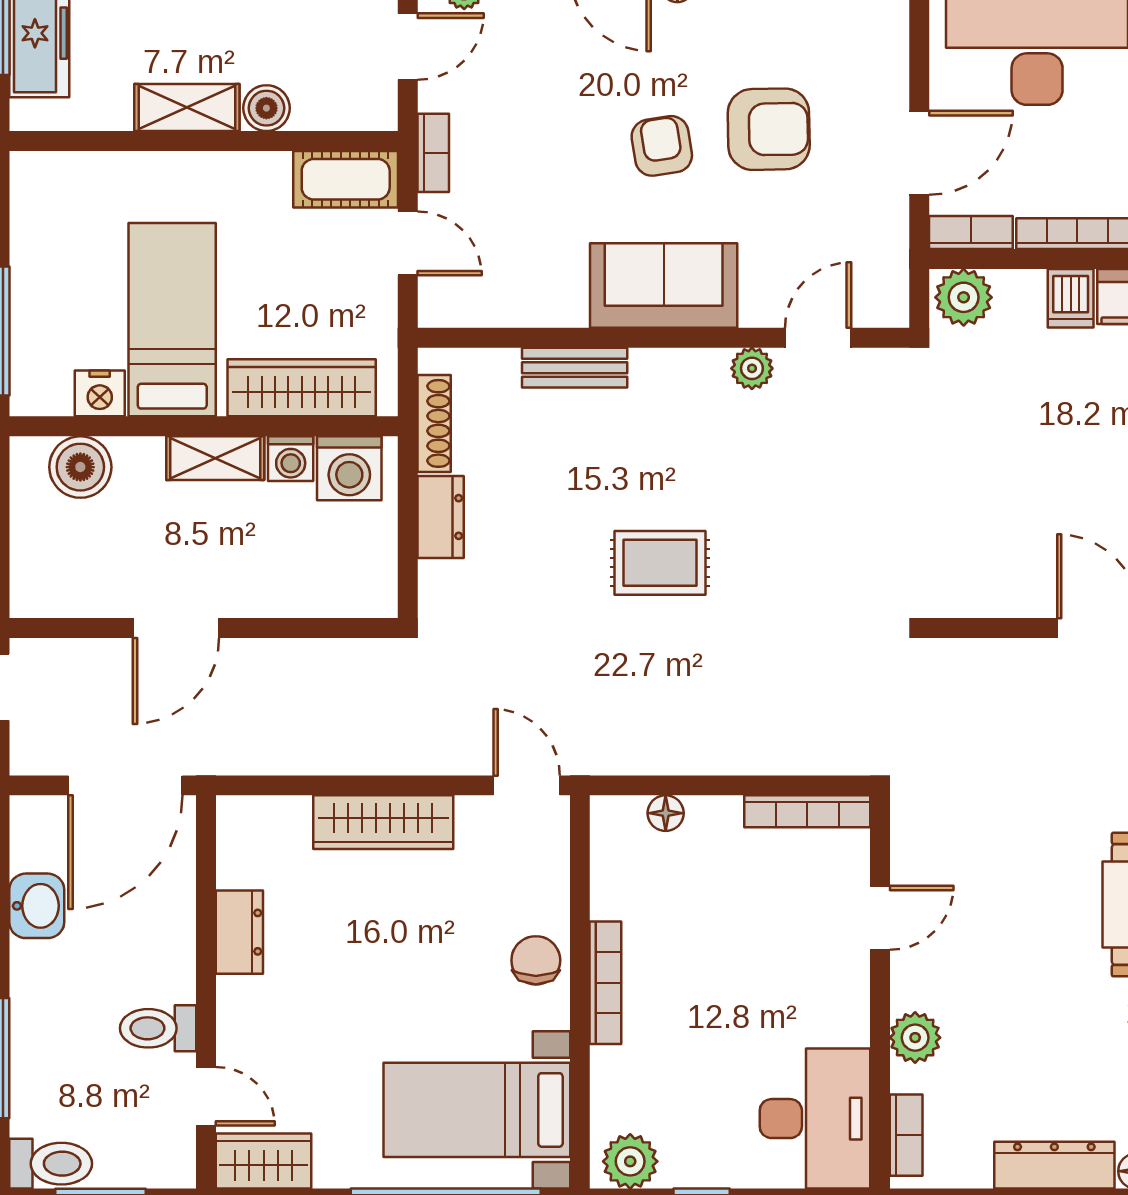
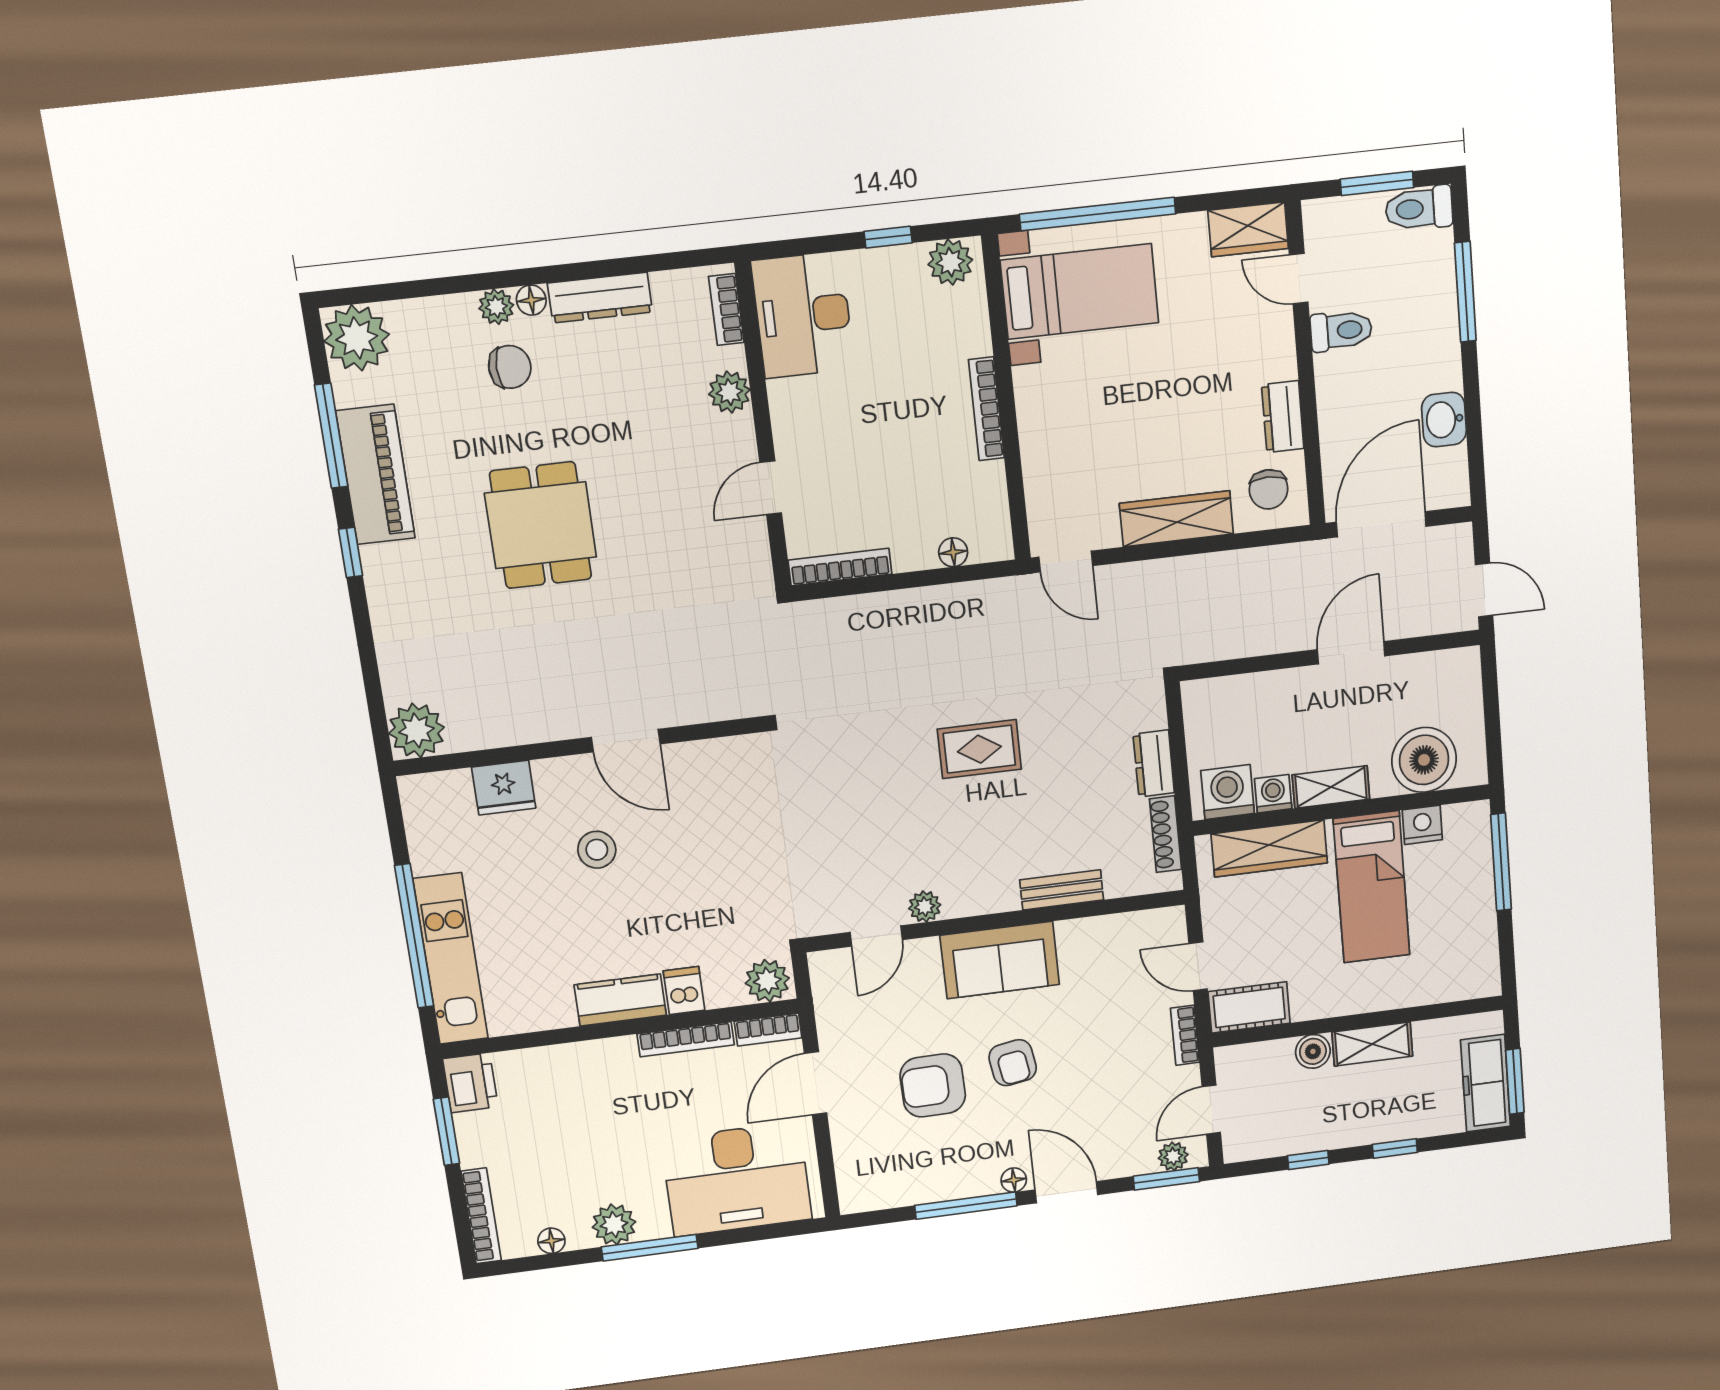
boiler: (80, 467) -> (1424, 760), width x1.37, depth x1.37
chair: (536, 960) -> (1269, 489), moved

